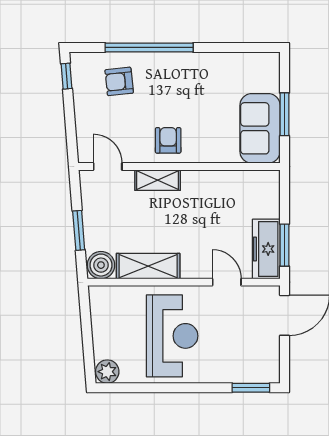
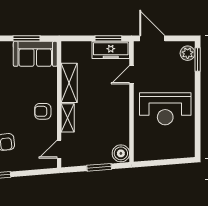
shelving: (148, 266) -> (69, 83), moved
reception desk: (172, 336) -> (165, 109), turned 180
plant: (107, 372) -> (188, 53), moved

